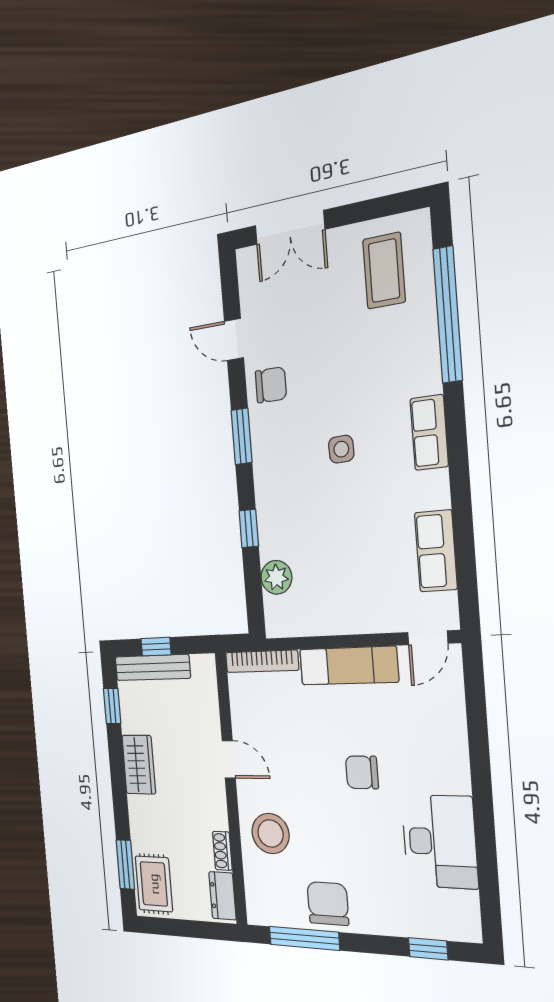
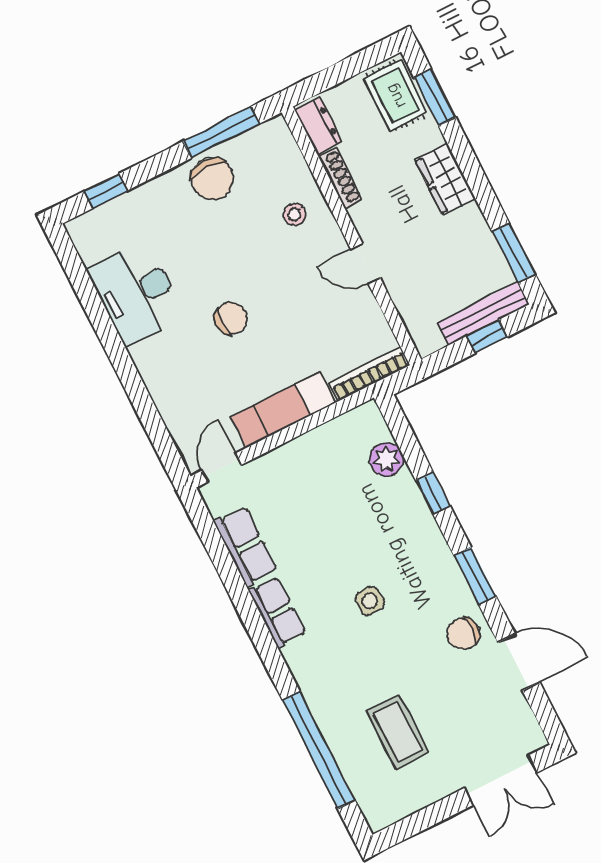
double door: (290, 228) -> (501, 780), swing flipped
coffee table: (384, 271) -> (398, 732), moved
door: (234, 339) -> (519, 662), width x1.38
row of seats: (429, 433) -> (277, 612), moved
window: (112, 706) -> (514, 253), width x1.50
wardrobe: (139, 765) -> (445, 179), moved
stool: (270, 834) -> (294, 214), width x0.53, depth x0.53
shoe rack: (222, 851) -> (340, 178), width x1.43

